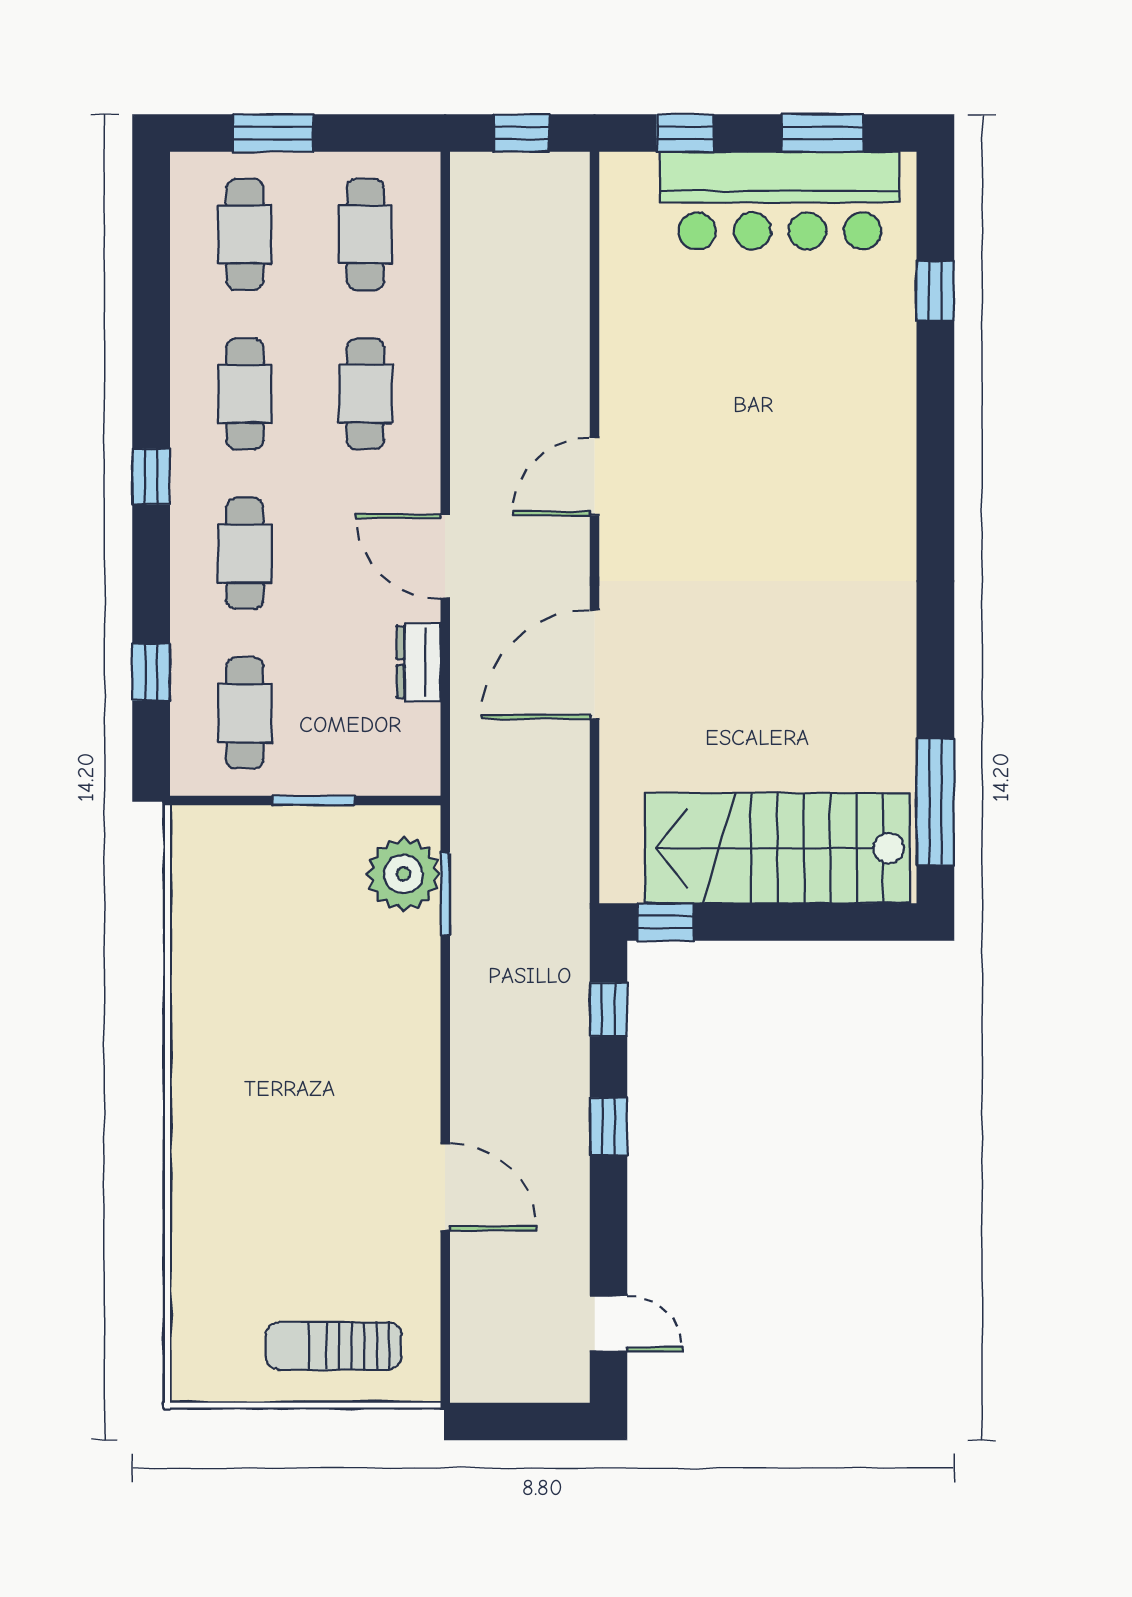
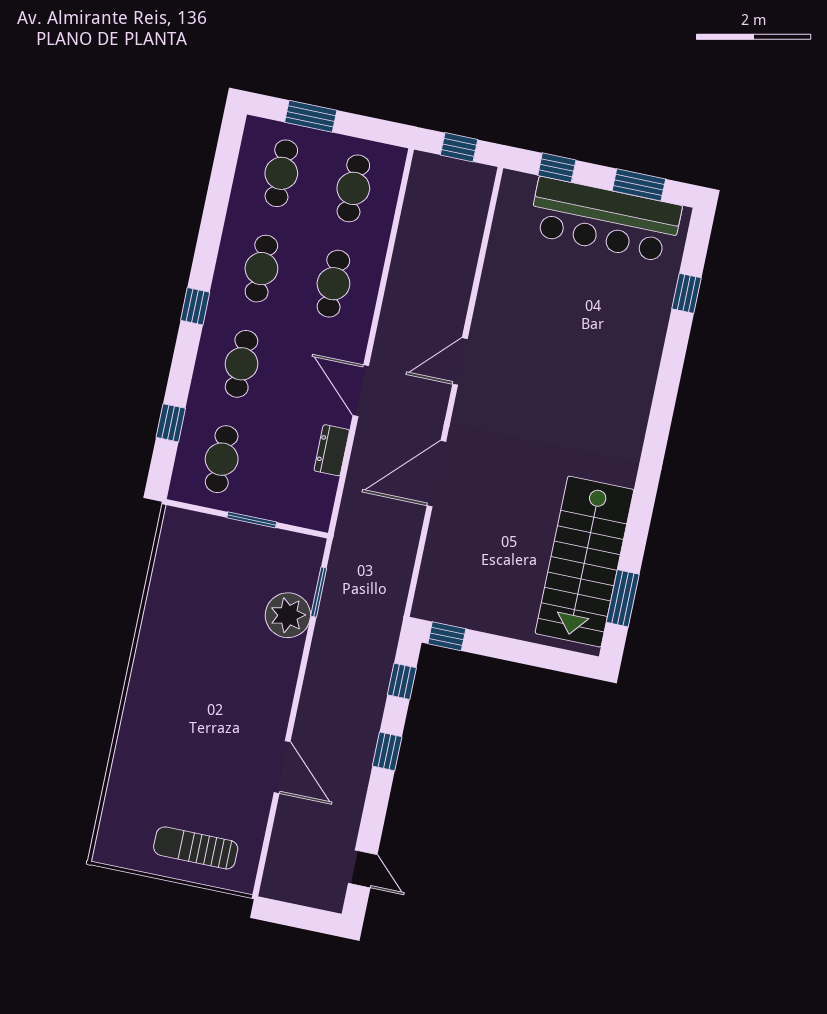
window: (935, 802) -> (623, 598), width x0.69
stairs: (777, 848) -> (584, 562), moved, turned -90
plant: (404, 874) -> (288, 615), moved

